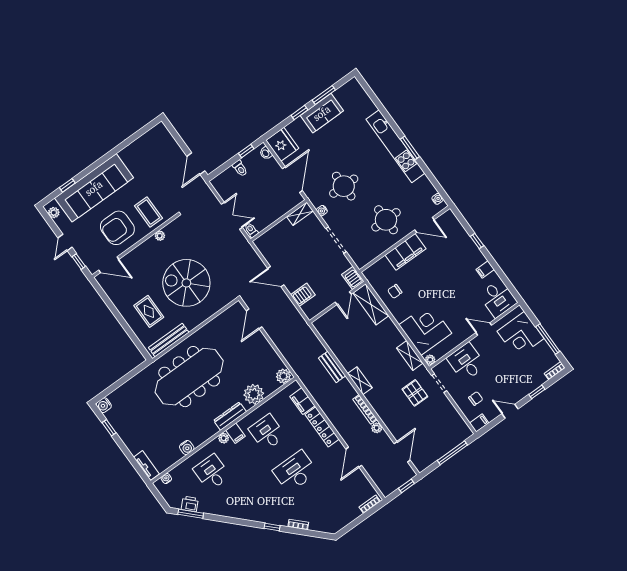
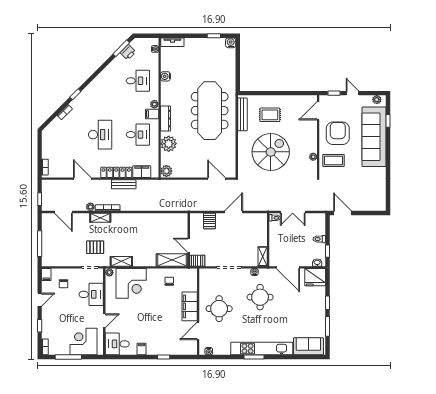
sofa: (322, 113) -> (308, 346), moved, turned 90
bench: (332, 367) -> (124, 184), moved
shelving: (360, 381) -> (100, 218), moved

